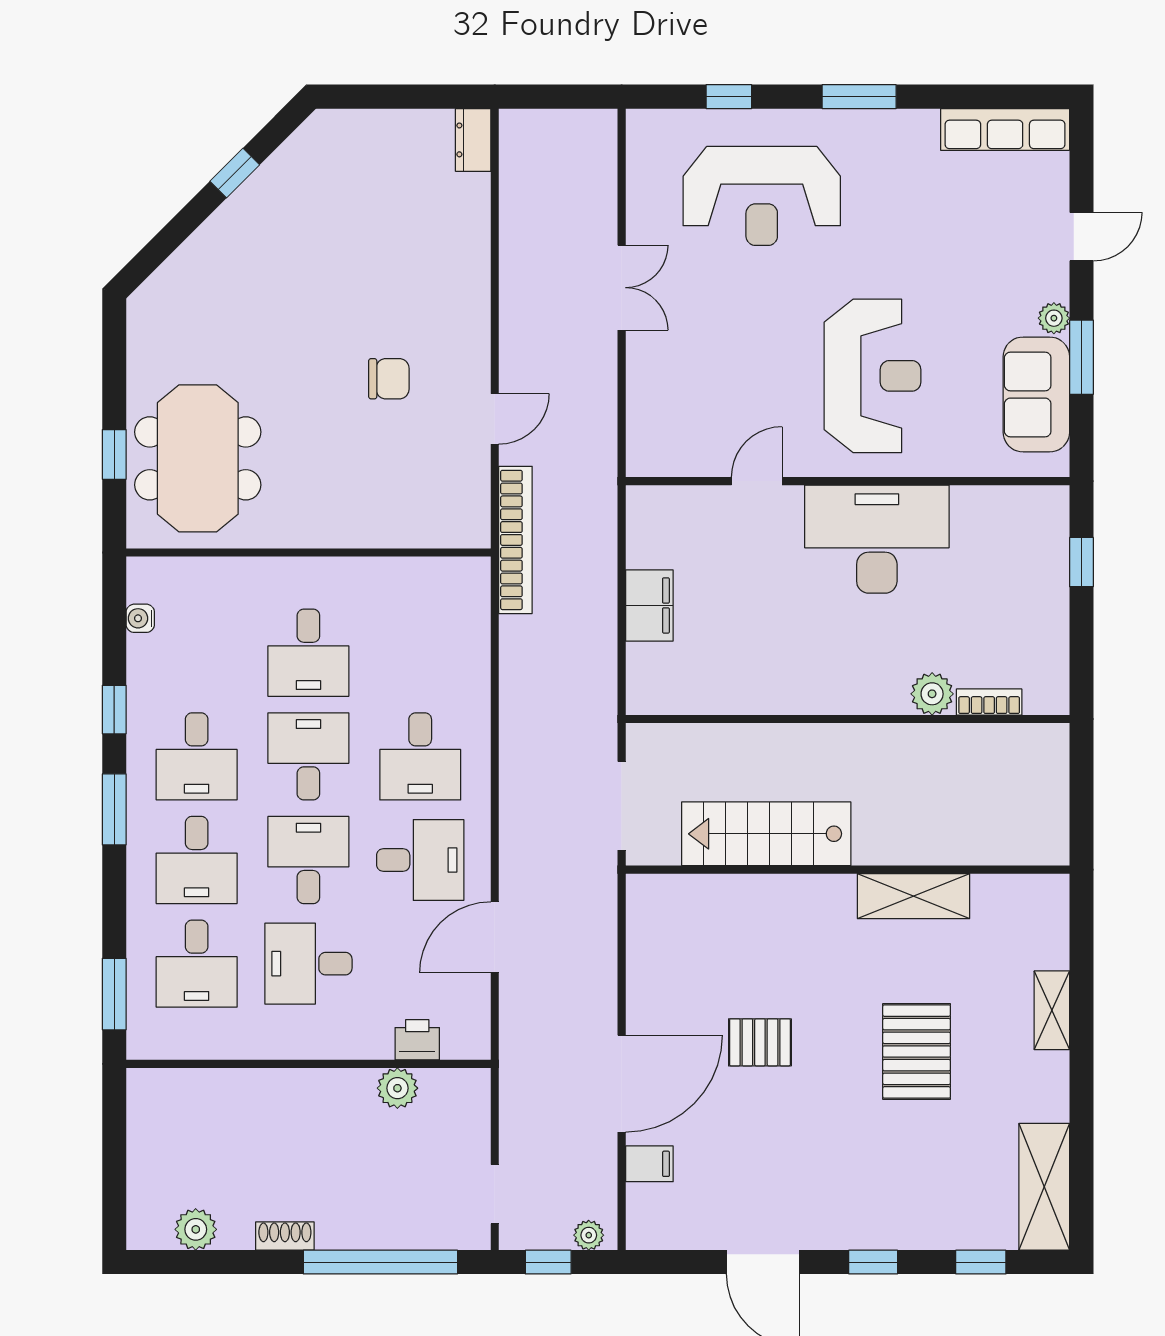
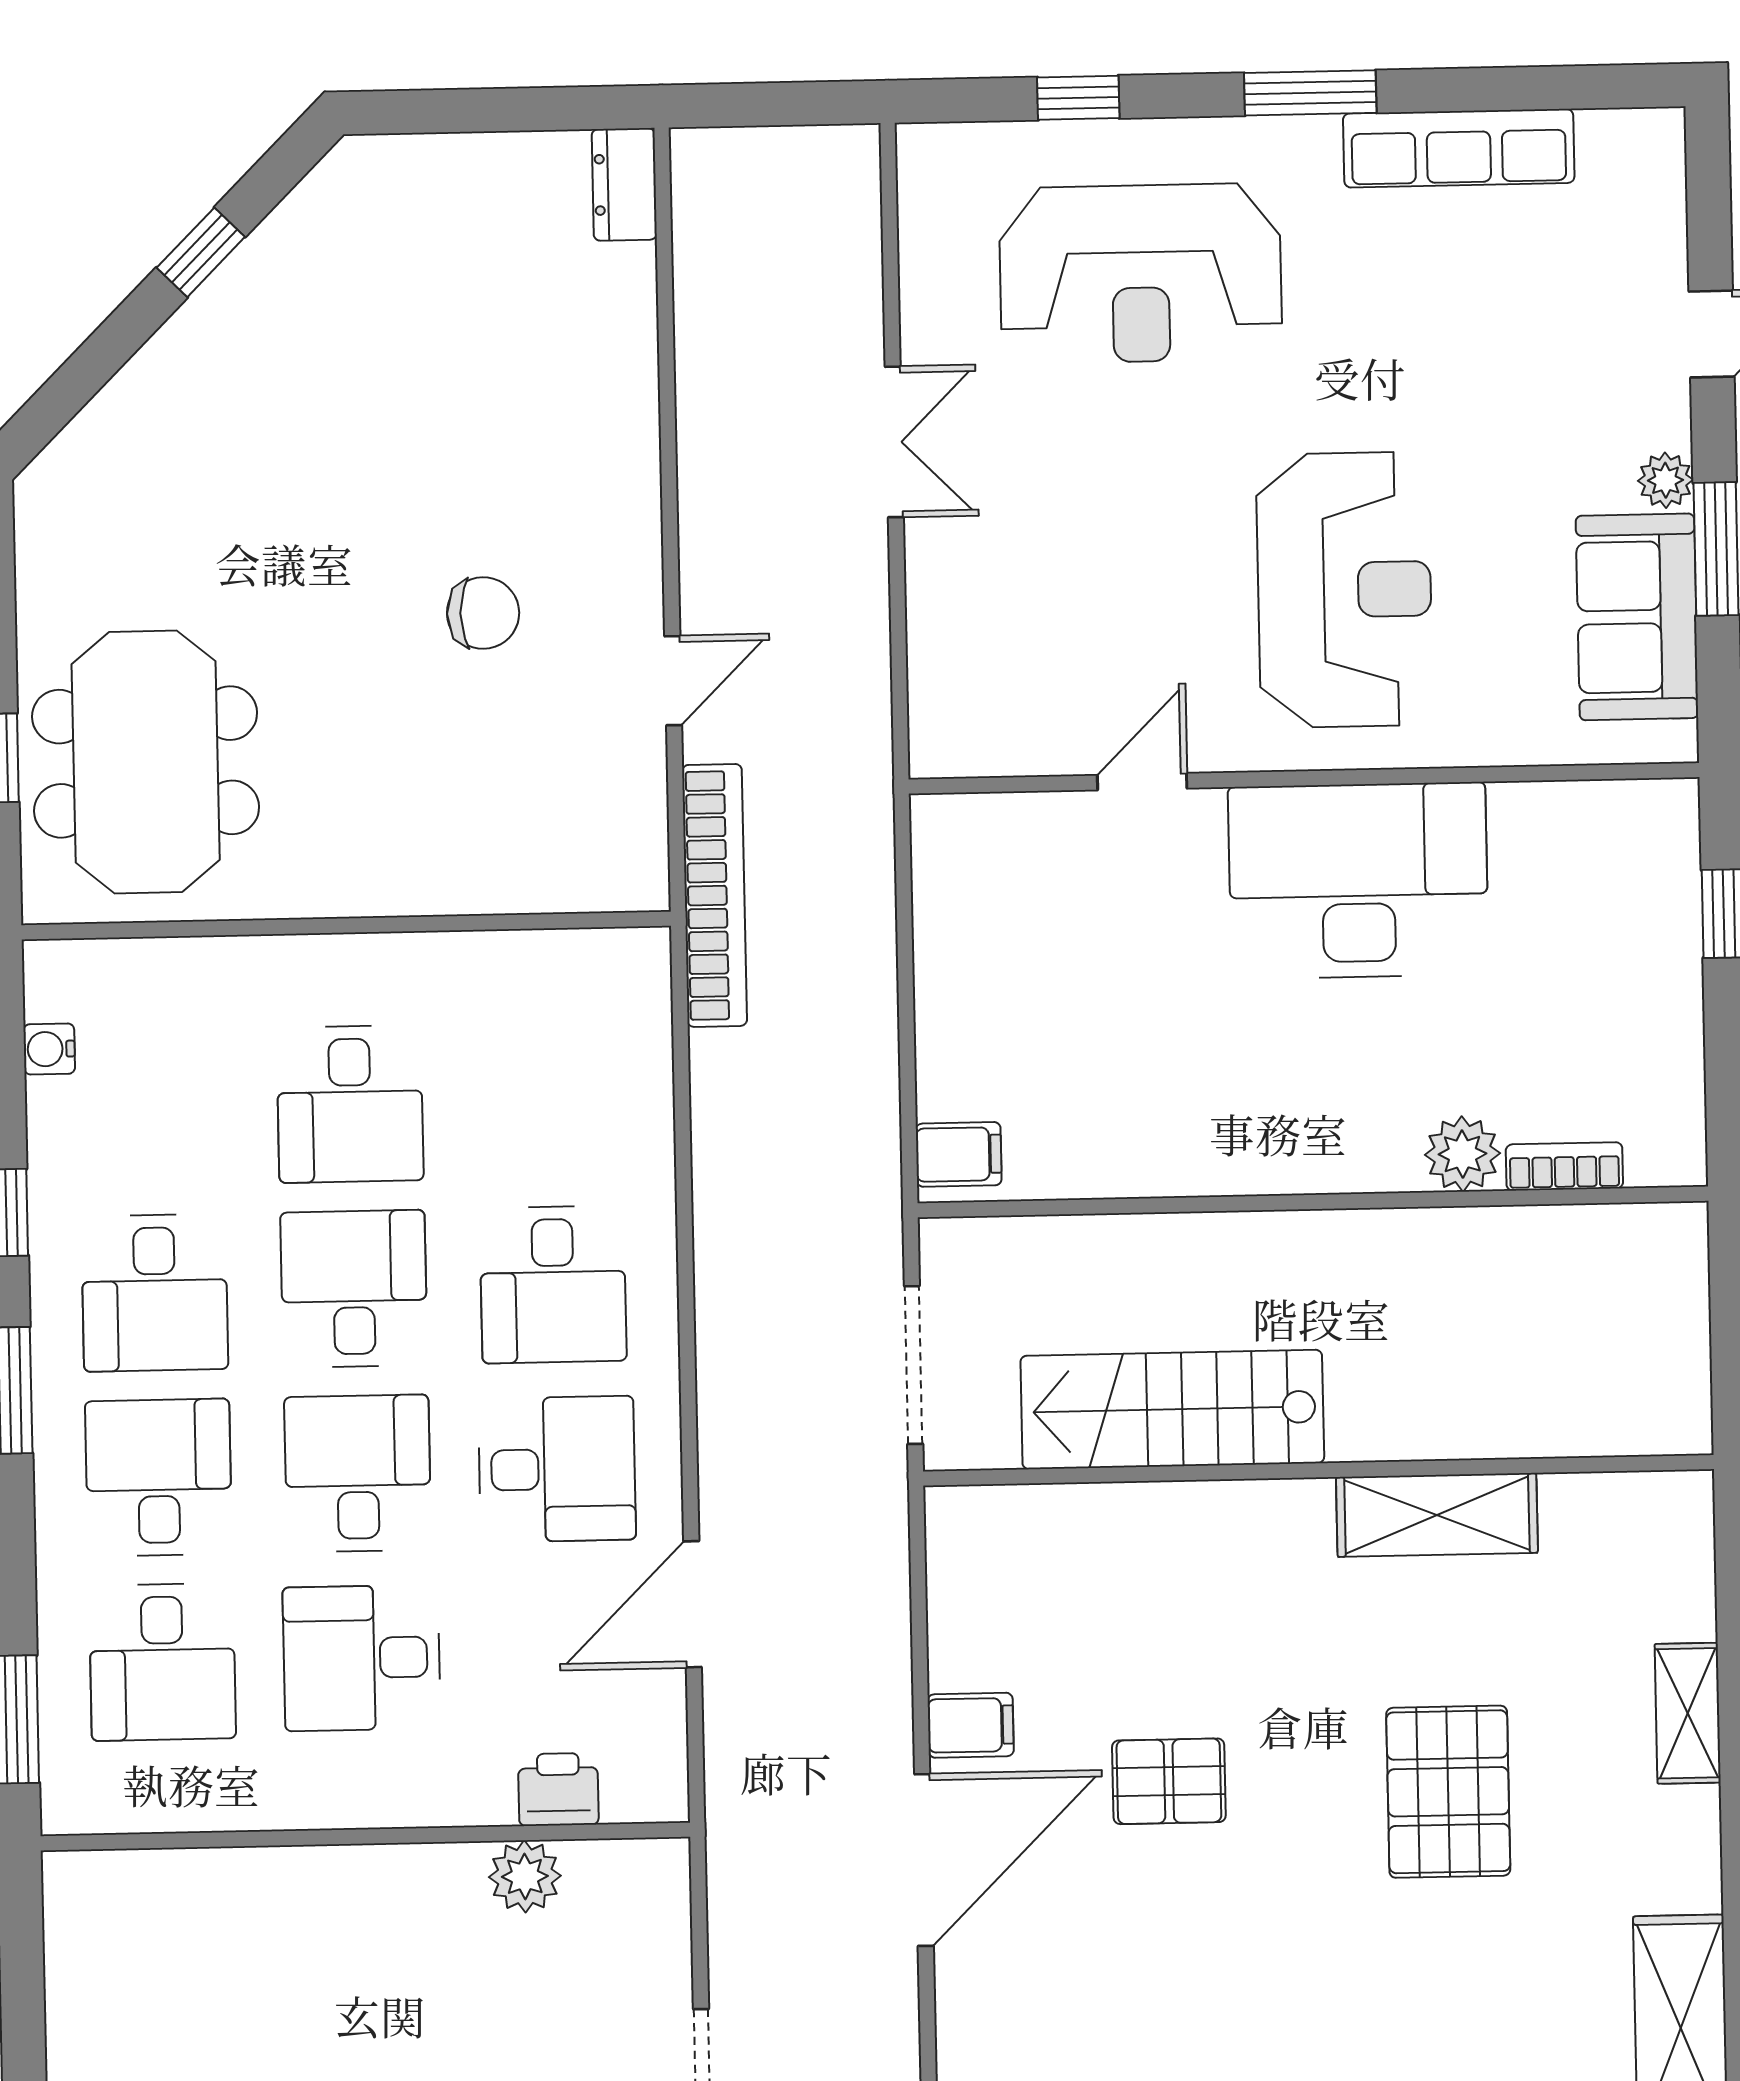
row of seats: (1005, 129) -> (1459, 148), moved
filing cabinet: (649, 605) -> (959, 1154), moved, width x0.50
desk: (197, 860) -> (159, 1477), turned 180
filing cabinet: (649, 1164) -> (971, 1725), moved

